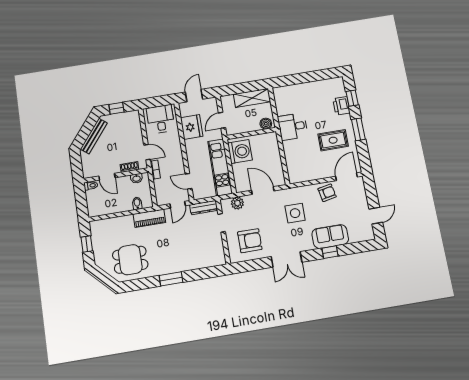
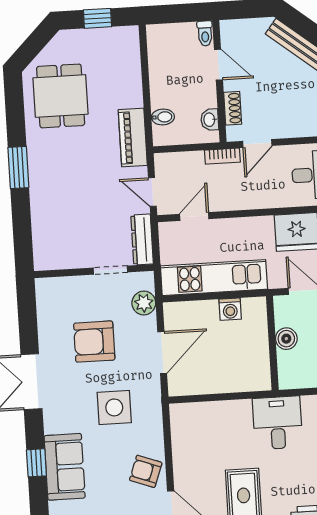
boiler: (266, 124) -> (286, 339), moved
washing machine: (240, 152) -> (230, 309), width x0.53, depth x0.53
door: (107, 177) -> (218, 65), swing flipped
armchair: (327, 193) -> (146, 471), turned 121
armchair: (250, 241) -> (94, 342), moved, turned 90

